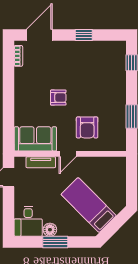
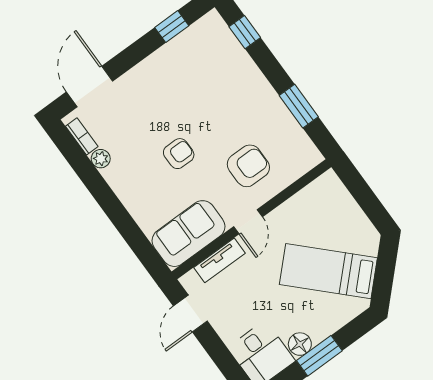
window: (84, 35) -> (172, 27), moved
plant: (20, 73) -> (101, 159), added
armchair: (87, 127) -> (248, 166), turned -90

